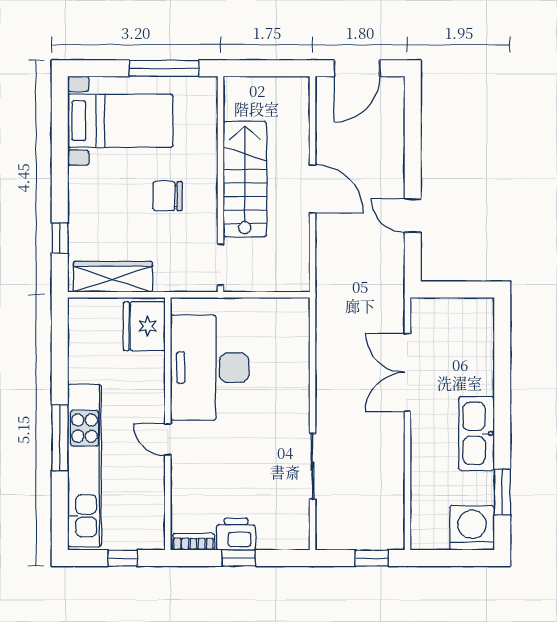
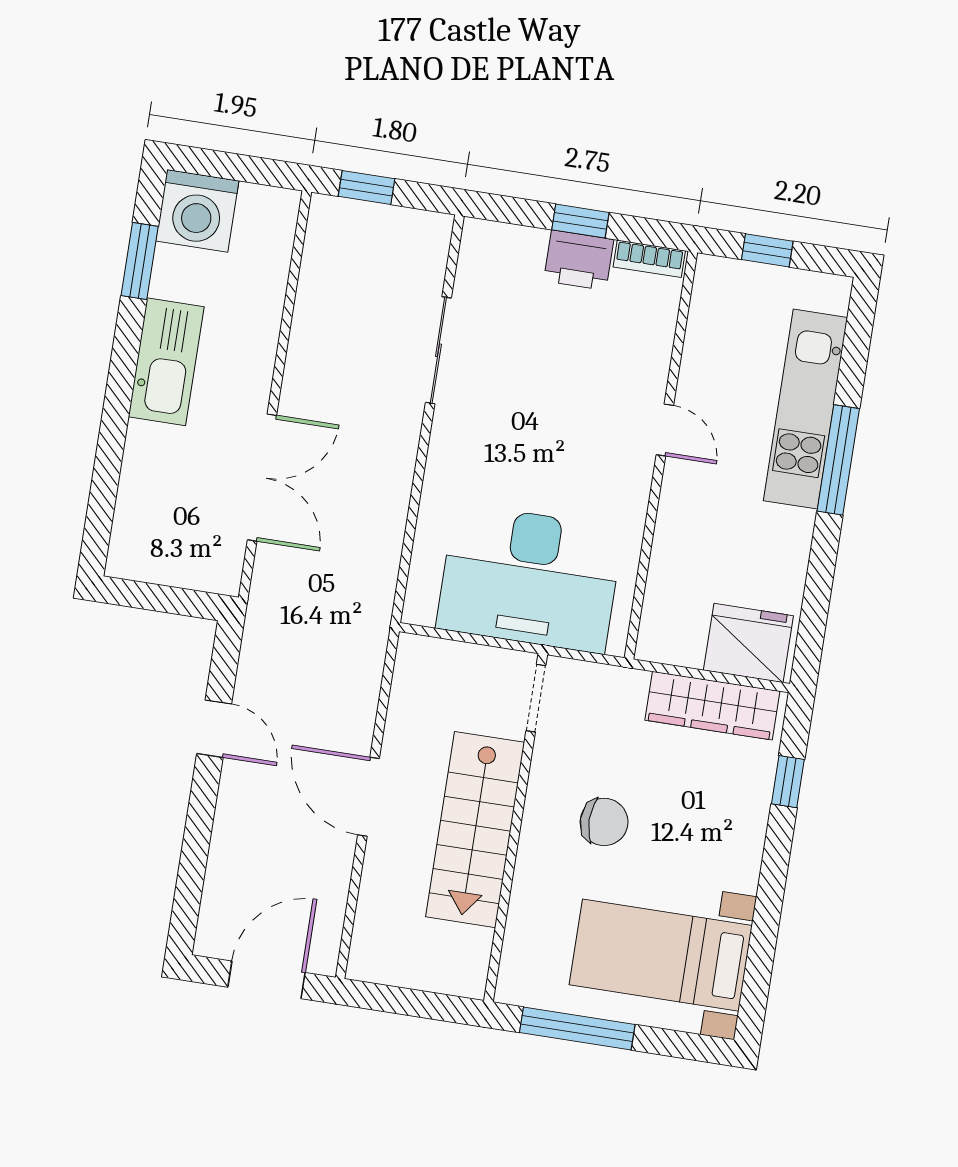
fridge: (144, 326) -> (748, 643), moved, turned -90
desk: (210, 368) -> (530, 578), moved, turned 90
kitchen unit: (84, 465) -> (805, 409), width x0.73

